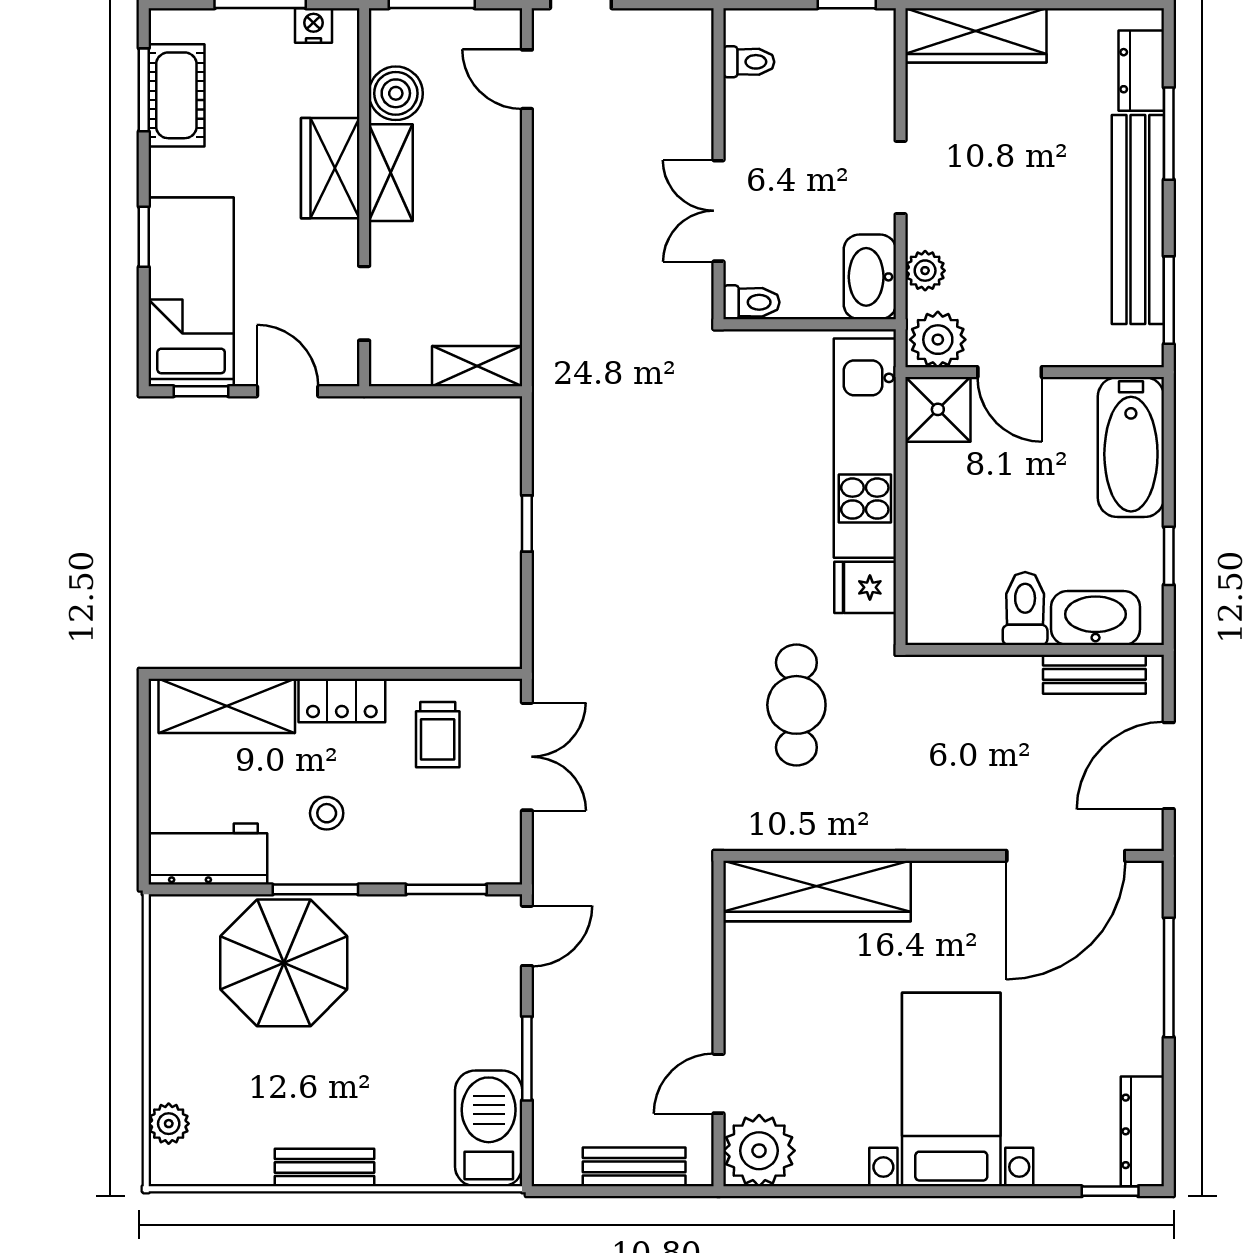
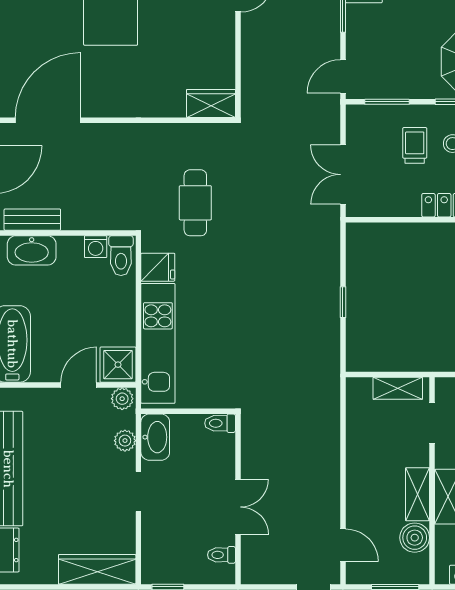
double door: (719, 211) -> (238, 507), moved
plant: (938, 340) -> (122, 399), width x0.73, depth x0.73
shelving: (477, 366) -> (398, 388), moved
door: (1010, 372) -> (79, 385), hinge flipped
toilet: (1025, 609) -> (121, 256), moved
washing machine: (979, 625) -> (96, 247), added
trolley: (438, 735) -> (415, 145), moved
wardrobe: (817, 891) -> (211, 103), width x0.48, depth x0.85

